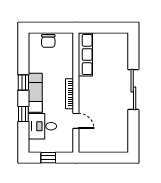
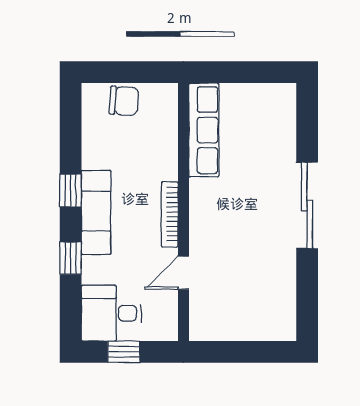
chair: (48, 41) -> (124, 101), turned -86
door: (76, 121) -> (183, 273), swing flipped
desk: (42, 126) -> (111, 313), moved

